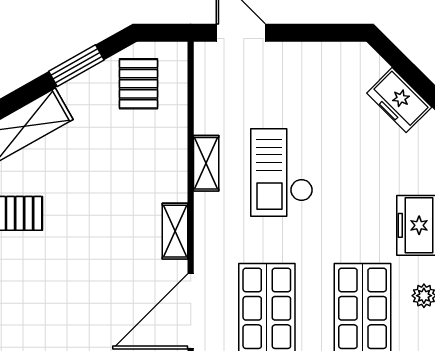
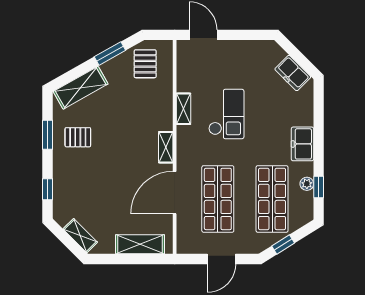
checkout: (282, 172) -> (226, 114), turned 180

